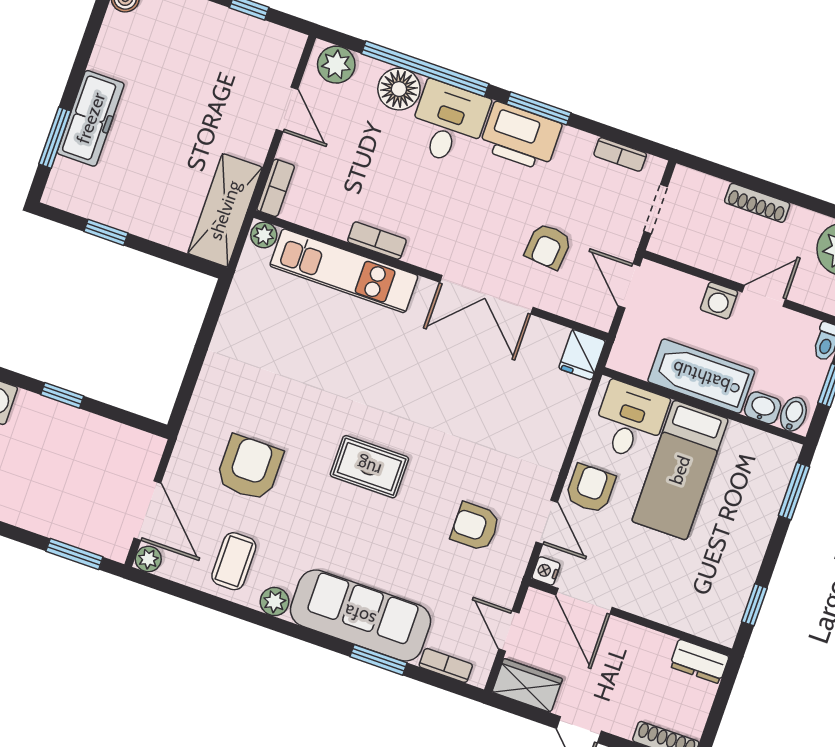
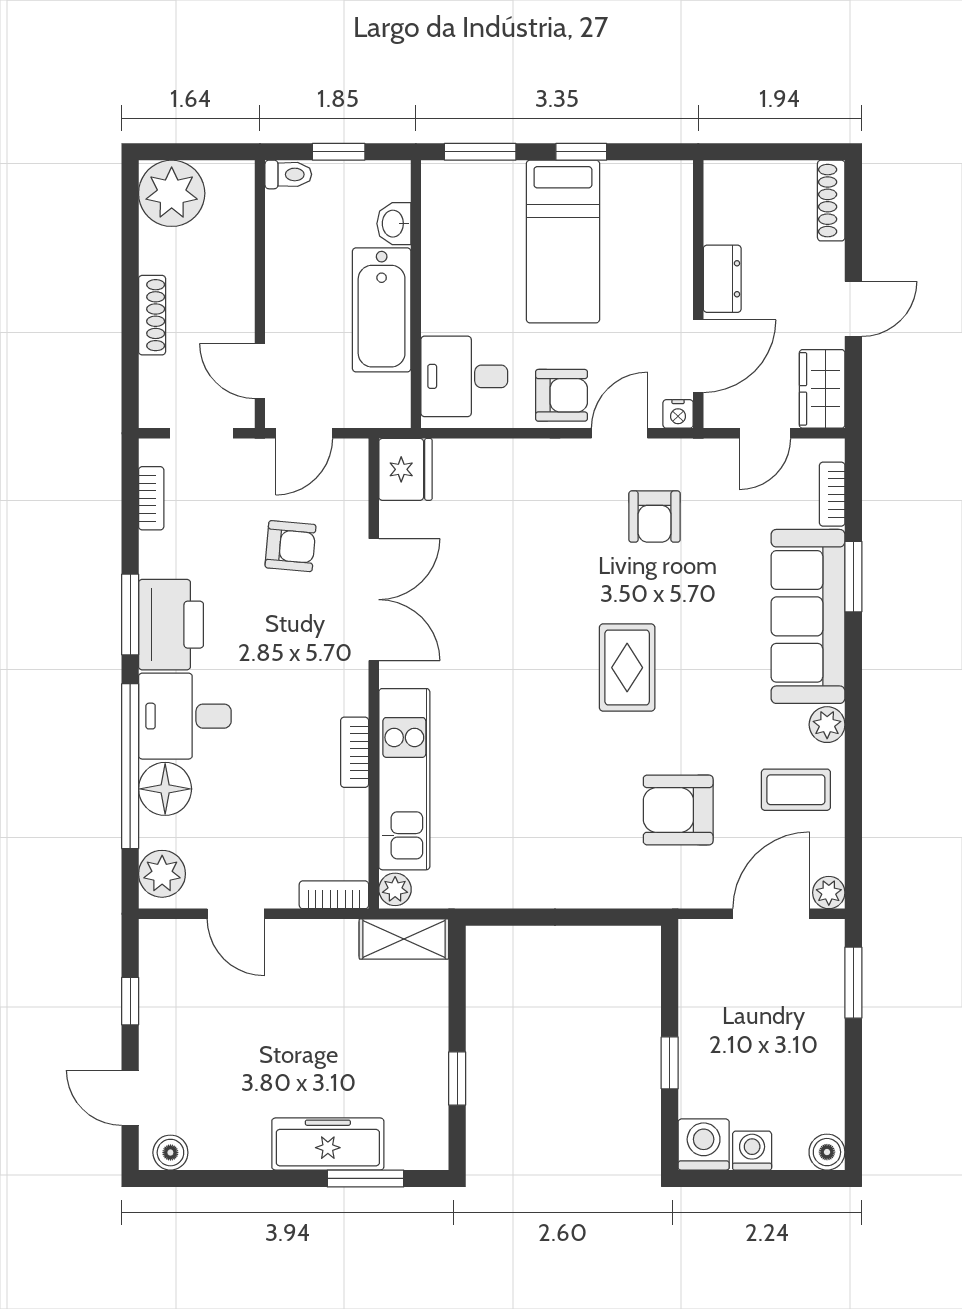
door: (287, 109) -> (236, 914), swing flipped
shelving: (225, 210) -> (404, 939), width x0.67, depth x0.75
door: (764, 296) -> (260, 371), moved
washing machine: (719, 300) -> (284, 320), removed
fridge: (582, 355) -> (405, 469), width x1.38
bidet: (793, 414) -> (389, 184), removed
bed: (680, 470) -> (563, 242), moved, turned 90
armchair: (590, 489) -> (561, 395), turned 180
window: (754, 605) -> (581, 152), moved
dresser: (699, 661) -> (722, 279), moved

